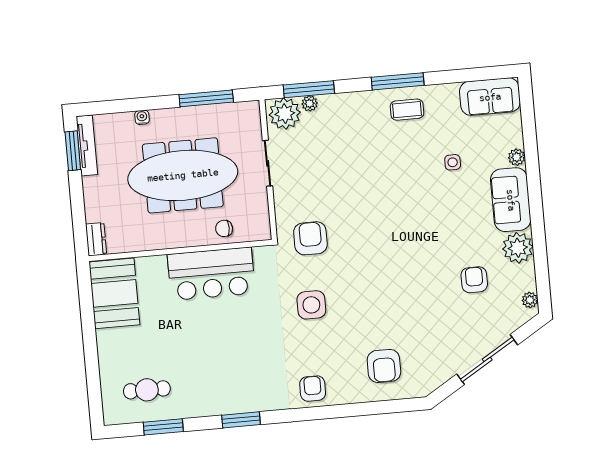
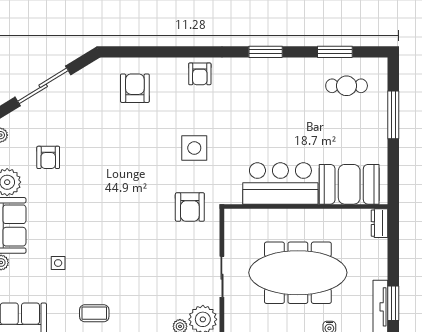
chair: (224, 228) -> (266, 223), removed
booth: (114, 293) -> (349, 184), moved, turned 90
window: (92, 362) -> (393, 115), added

